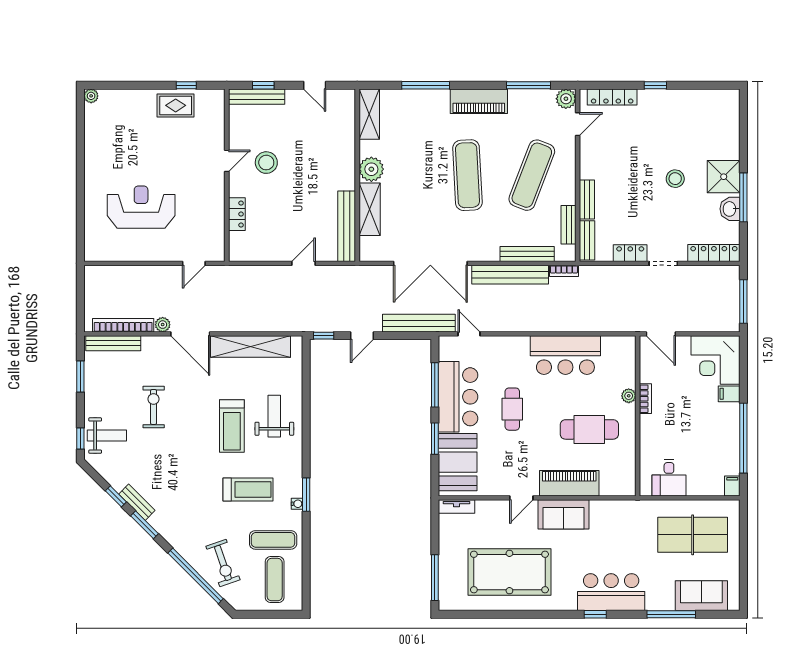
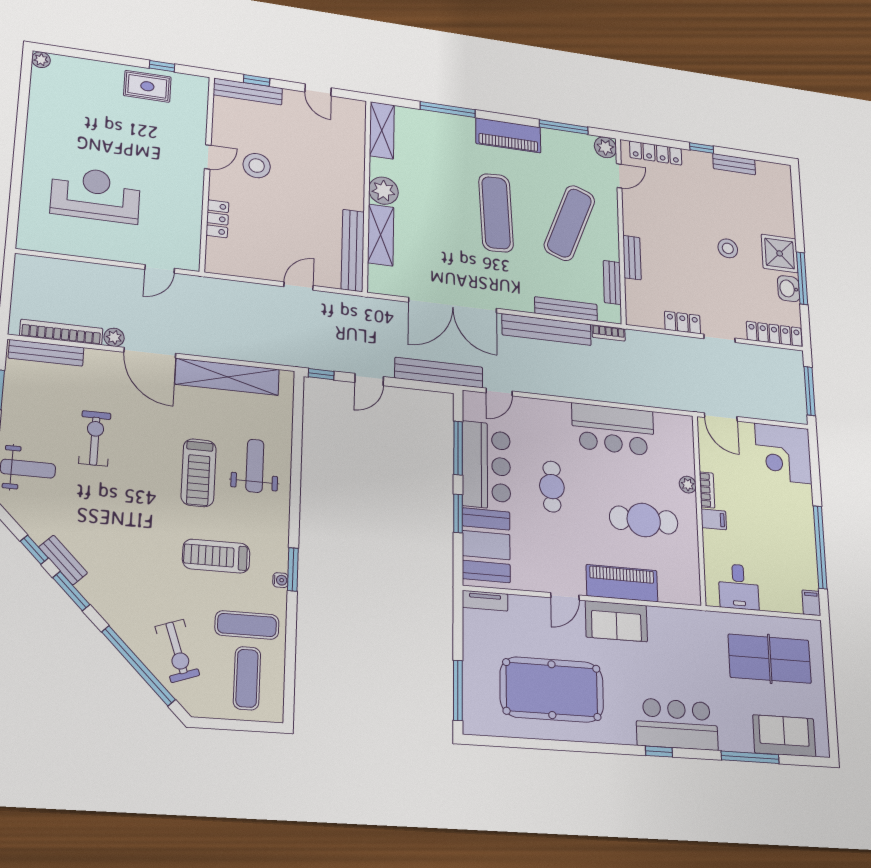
bench: (587, 240) -> (734, 164), moved, turned 90
door: (469, 334) -> (499, 392), swing flipped
filing cabinet: (729, 394) -> (714, 519), moved, turned 180
treadmill: (248, 489) -> (216, 556), turned 180

